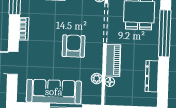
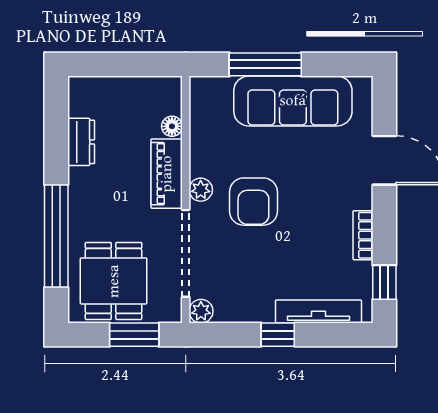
dresser: (152, 76) -> (81, 142), width x0.70
plant: (97, 79) -> (201, 190), moved

